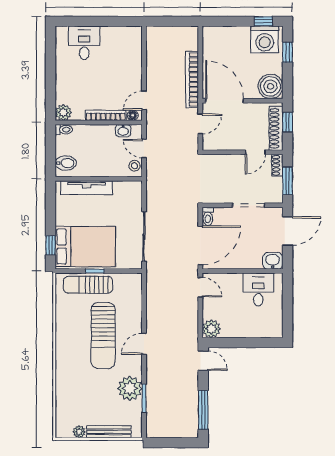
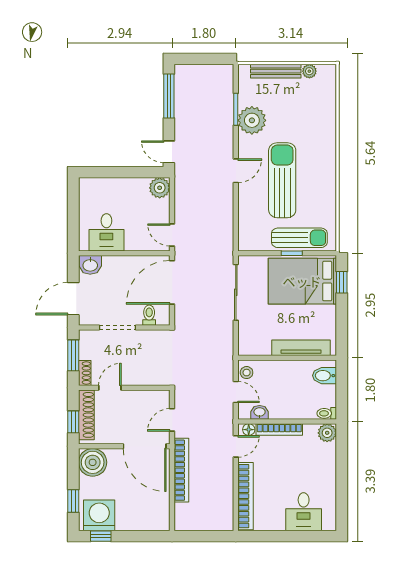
bookcase: (135, 57) -> (246, 496), added
toilet: (208, 216) -> (149, 315), moved

